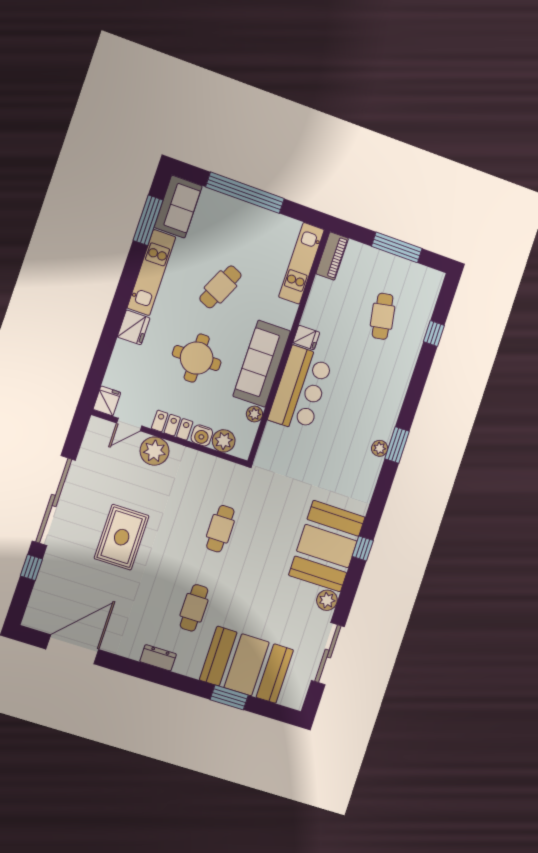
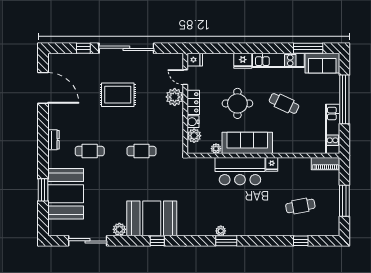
kitchen unit: (301, 263) -> (333, 129), moved, turned -90

